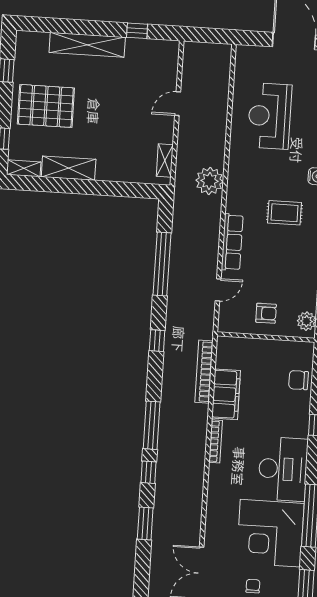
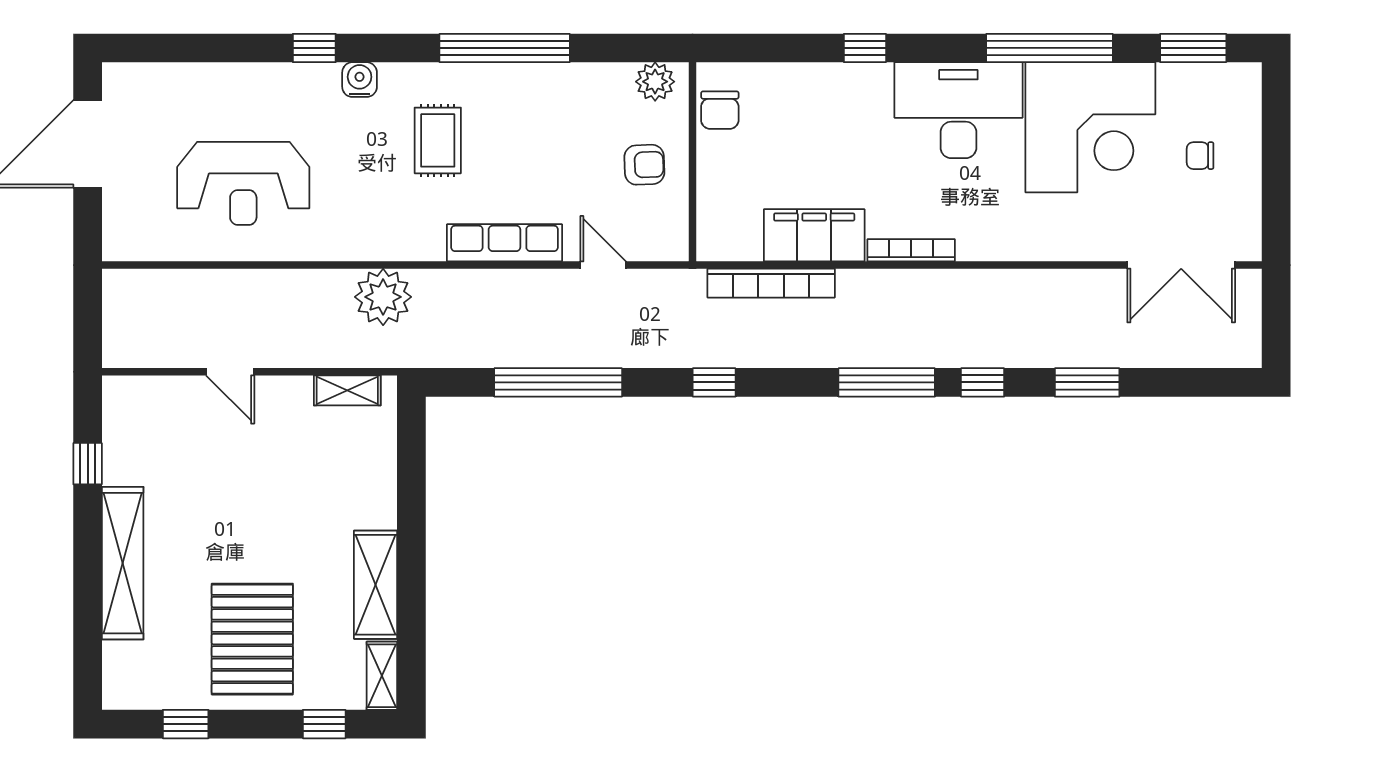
armchair: (266, 313) -> (644, 165), turned 88
chair: (298, 380) -> (720, 110), moved

